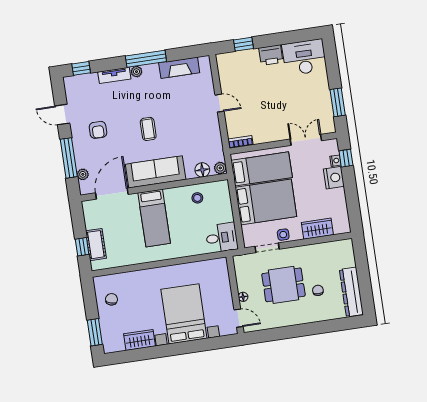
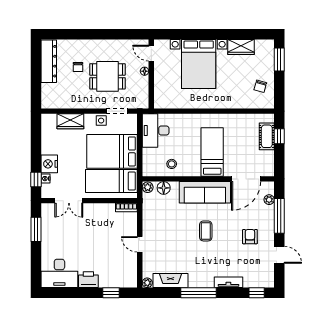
plant: (137, 72) -> (147, 283), moved
desk: (222, 238) -> (156, 131), width x1.37

